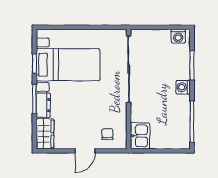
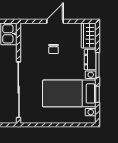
chair: (107, 134) -> (54, 49), moved

